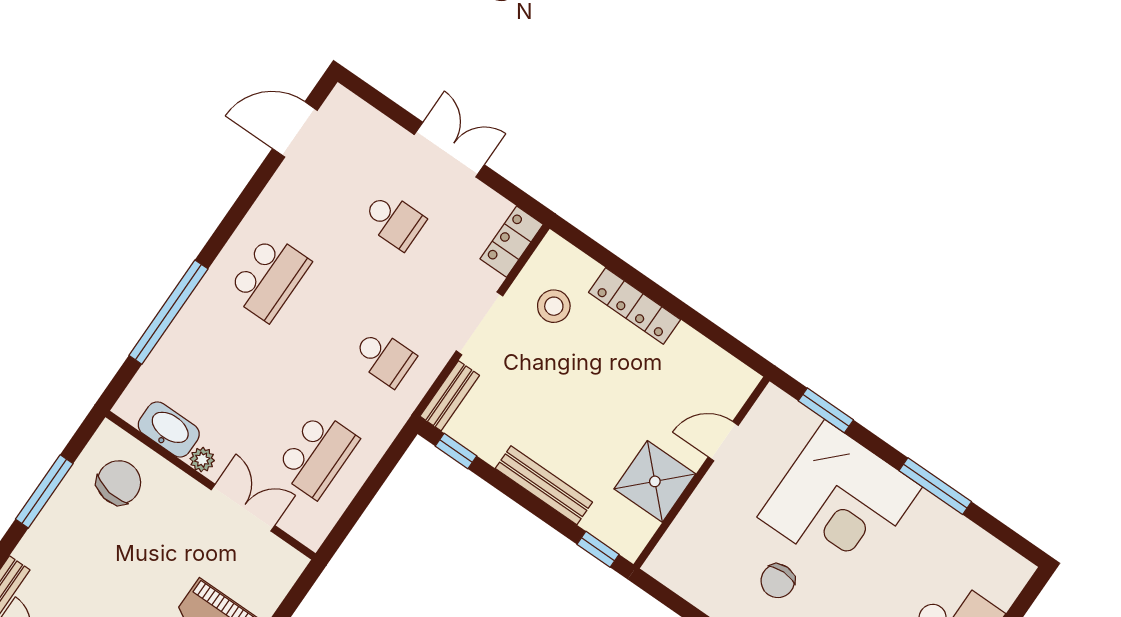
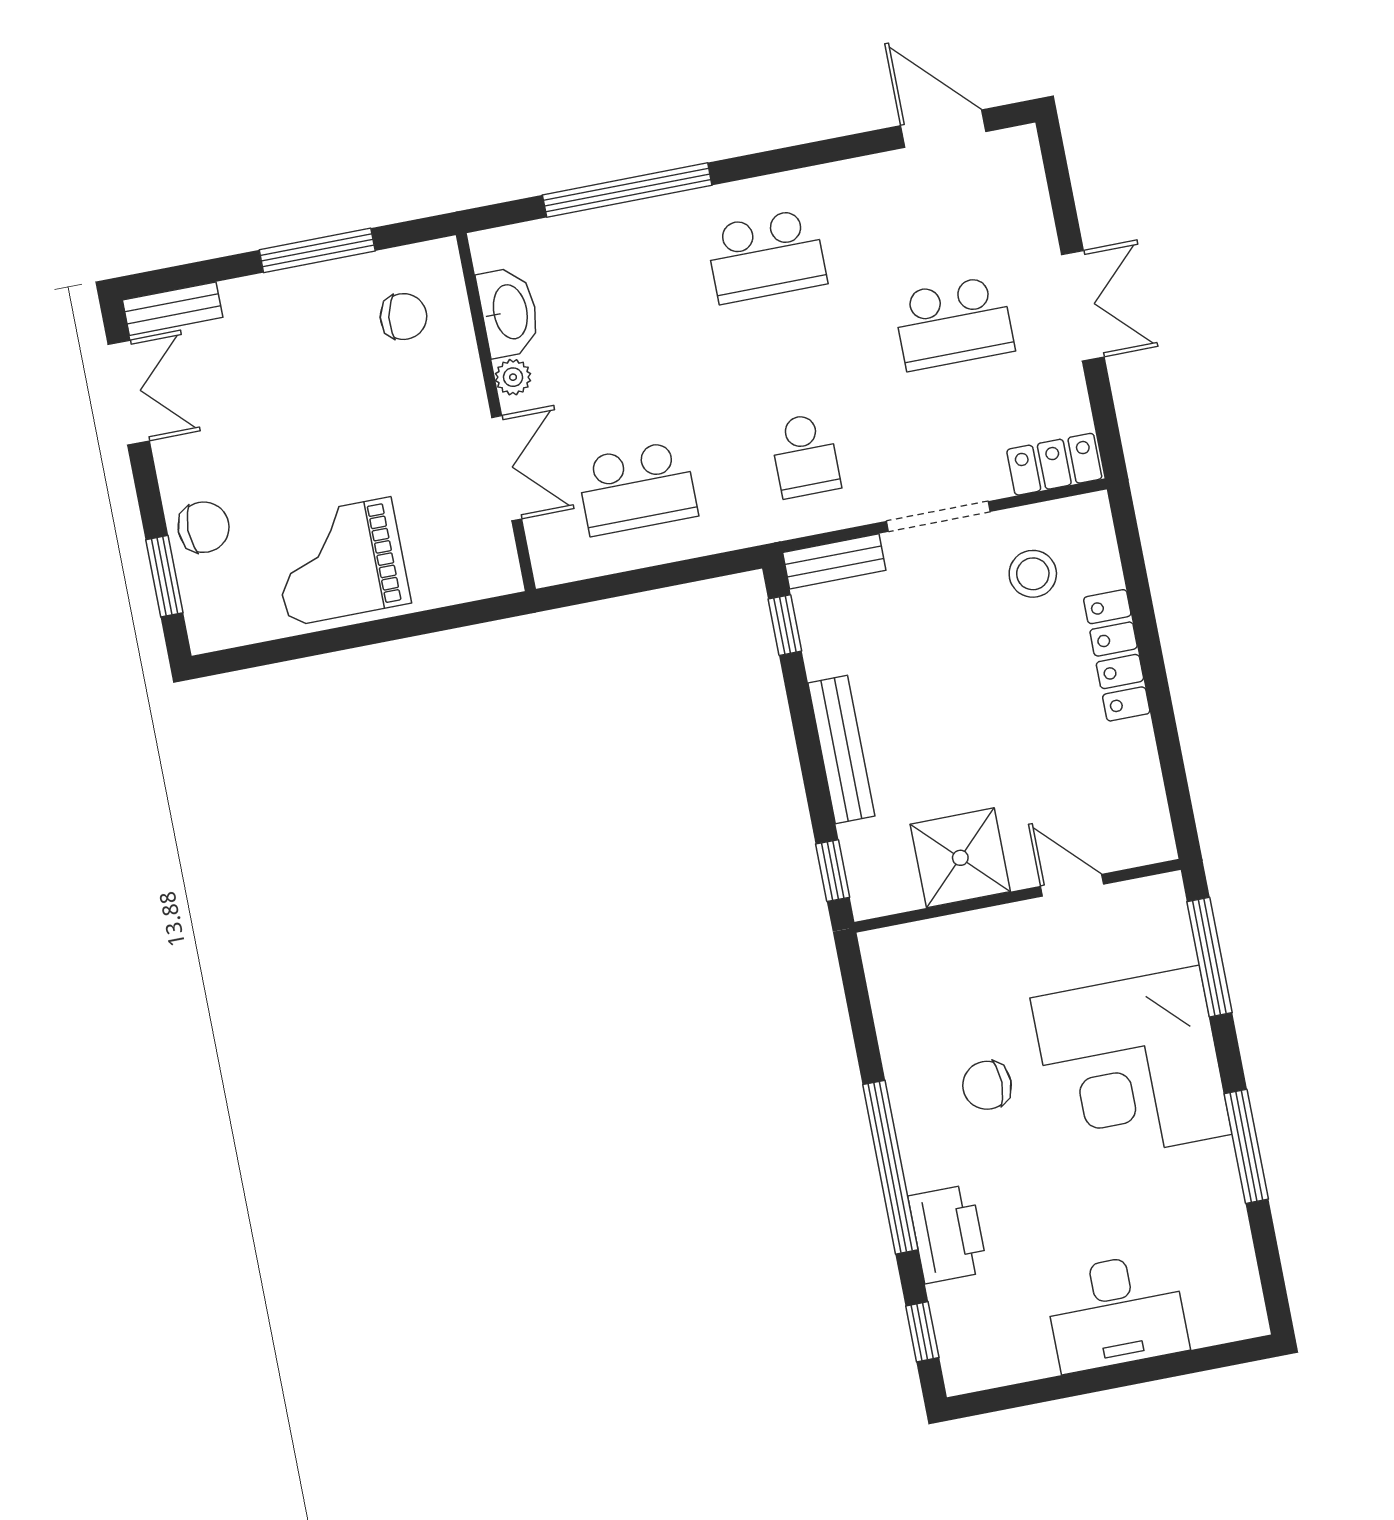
school desk: (394, 220) -> (954, 323), width x1.85
window: (826, 410) -> (1209, 957), width x1.44
chair: (119, 482) -> (403, 317), width x0.73, depth x0.73

